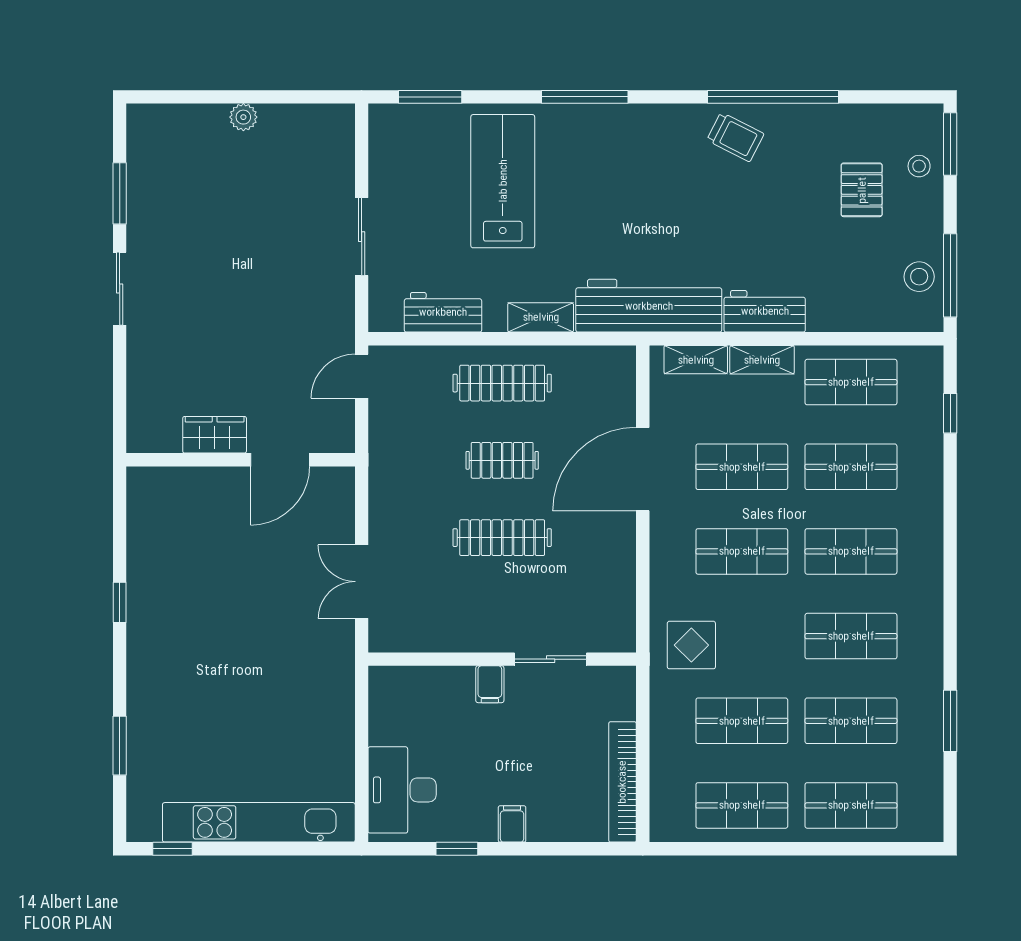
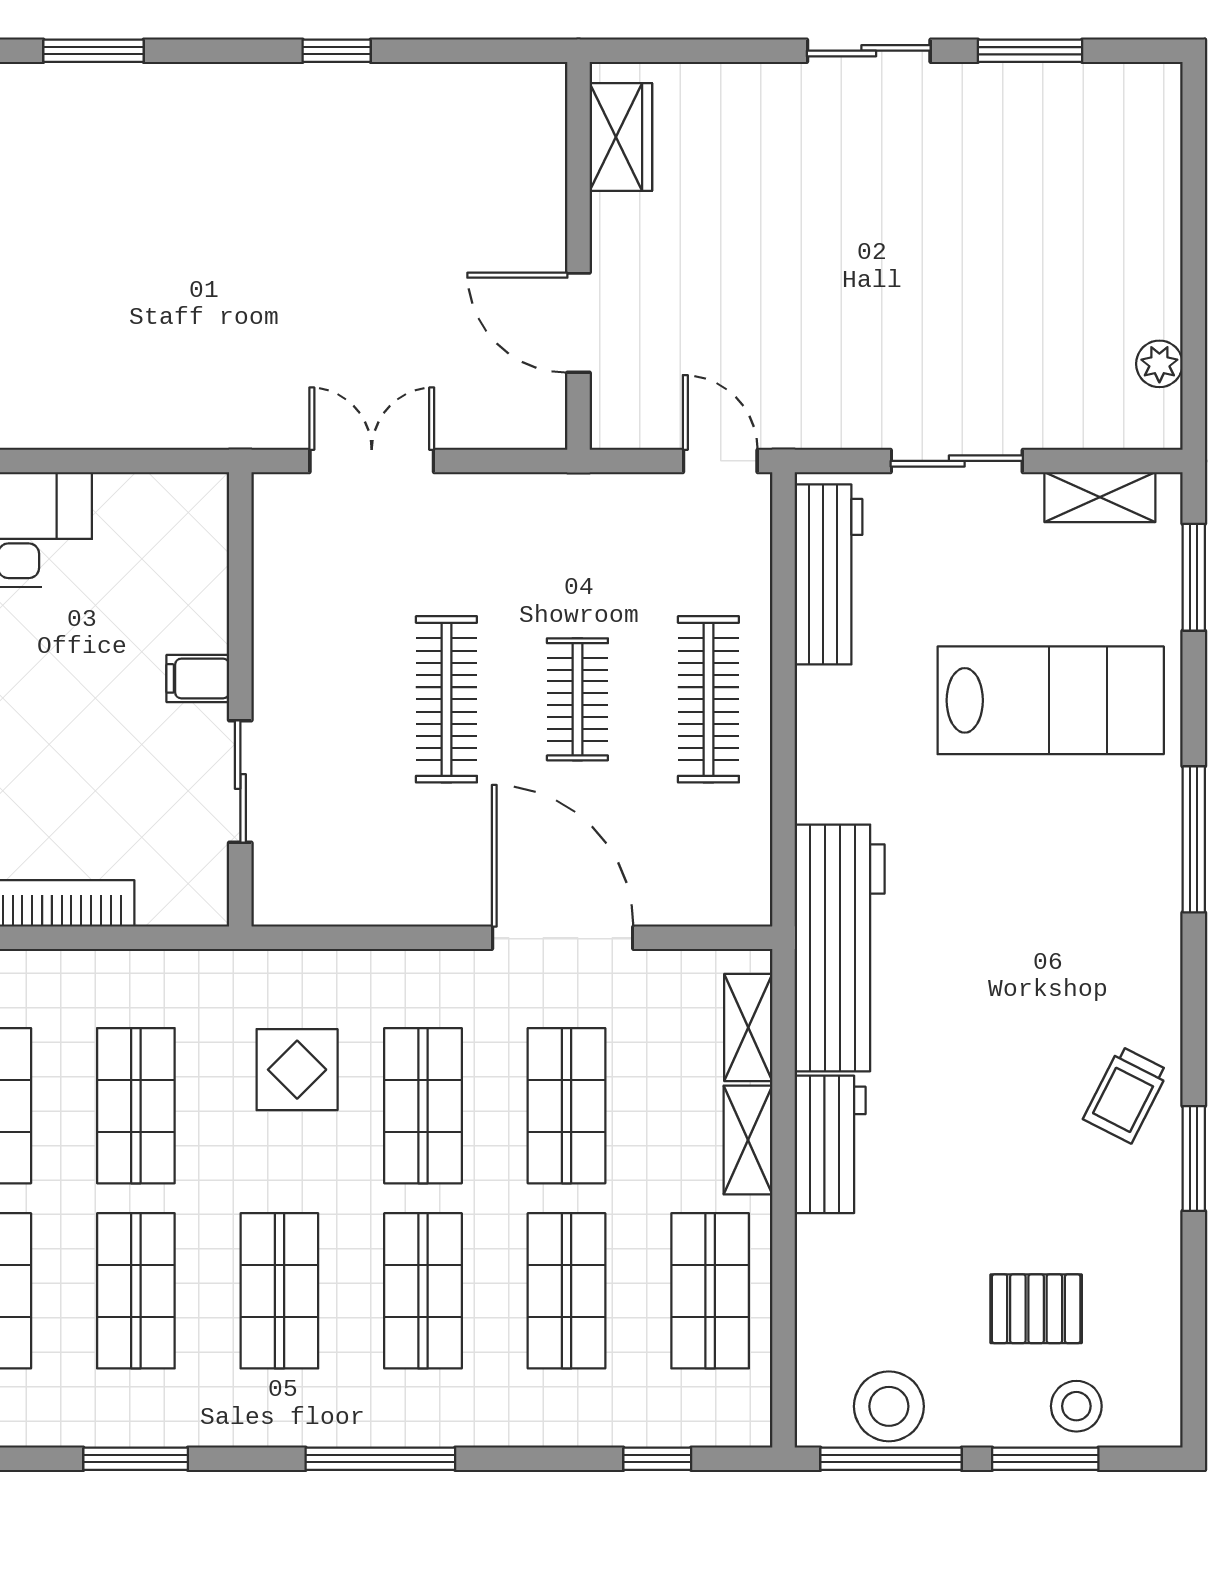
window: (773, 97) -> (1194, 1159), width x0.47
plant: (243, 117) -> (1159, 364), moved
window: (950, 144) -> (1045, 1459), moved
stool: (919, 166) -> (1076, 1406), width x1.37, depth x1.37
stool: (919, 277) -> (889, 1406), width x1.38, depth x1.38
workbench: (443, 312) -> (828, 574), width x1.38
shelving: (541, 317) -> (1100, 497), moved, turned 90
wardrobe: (215, 435) -> (621, 137), moved
window: (950, 577) -> (380, 1459), added
display table: (691, 645) -> (297, 1070), moved

